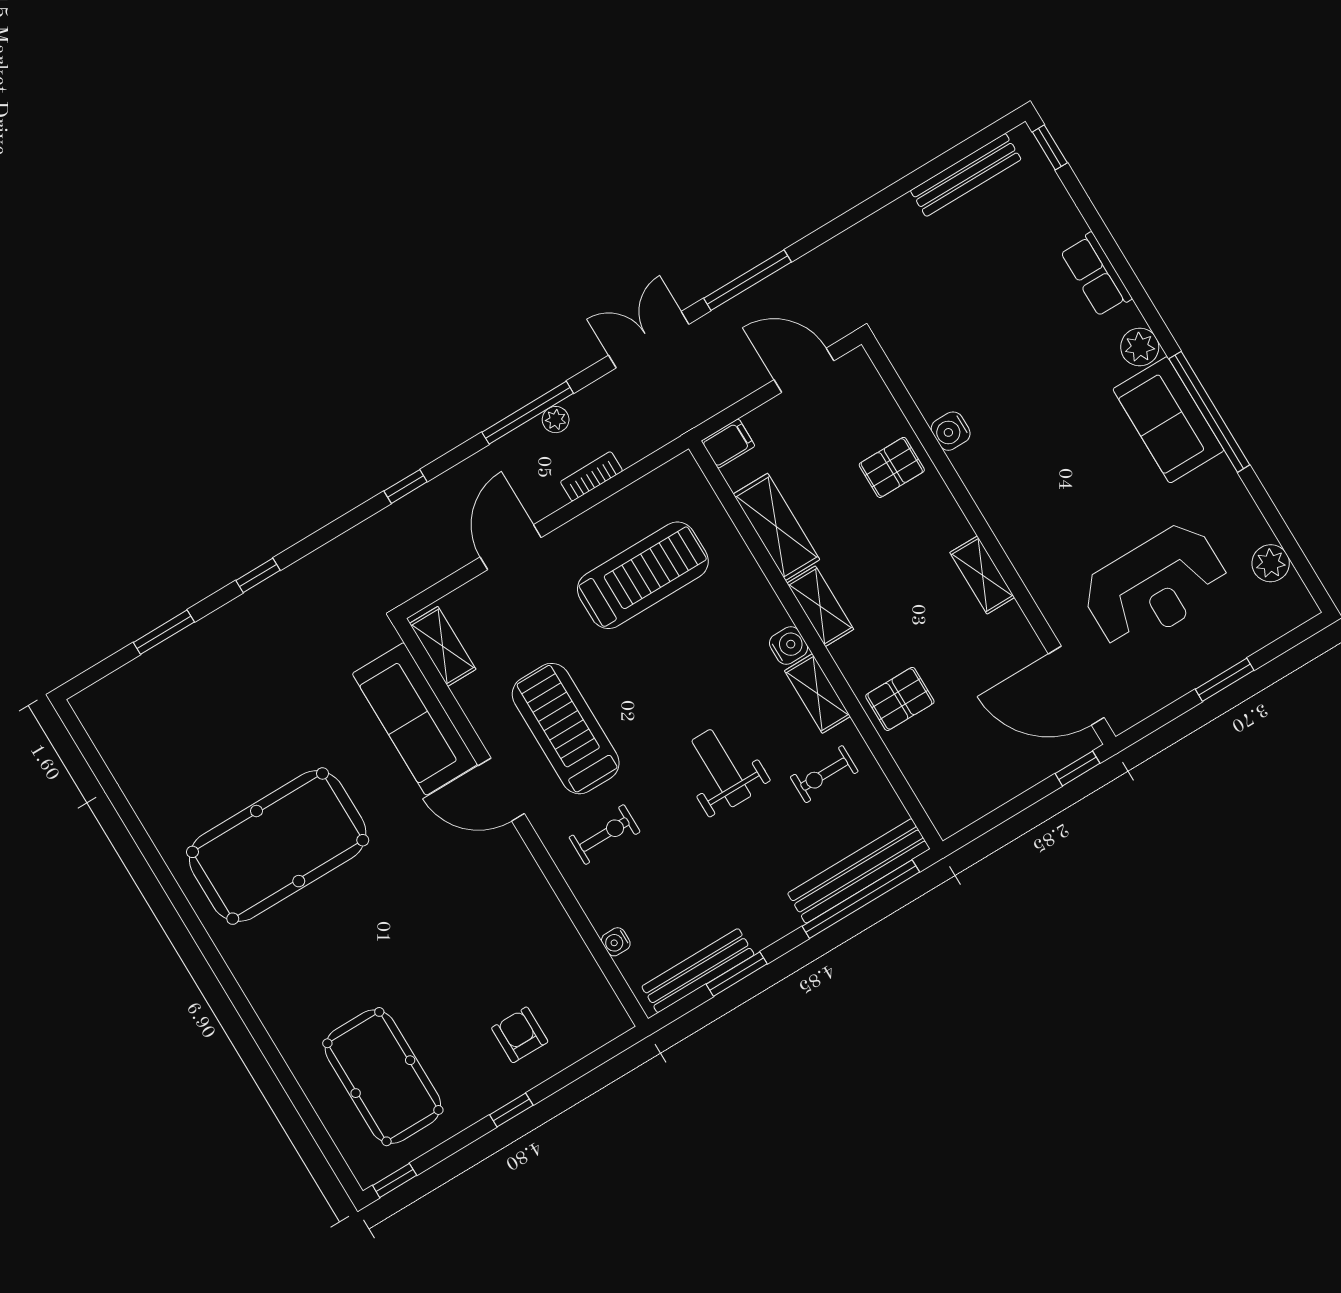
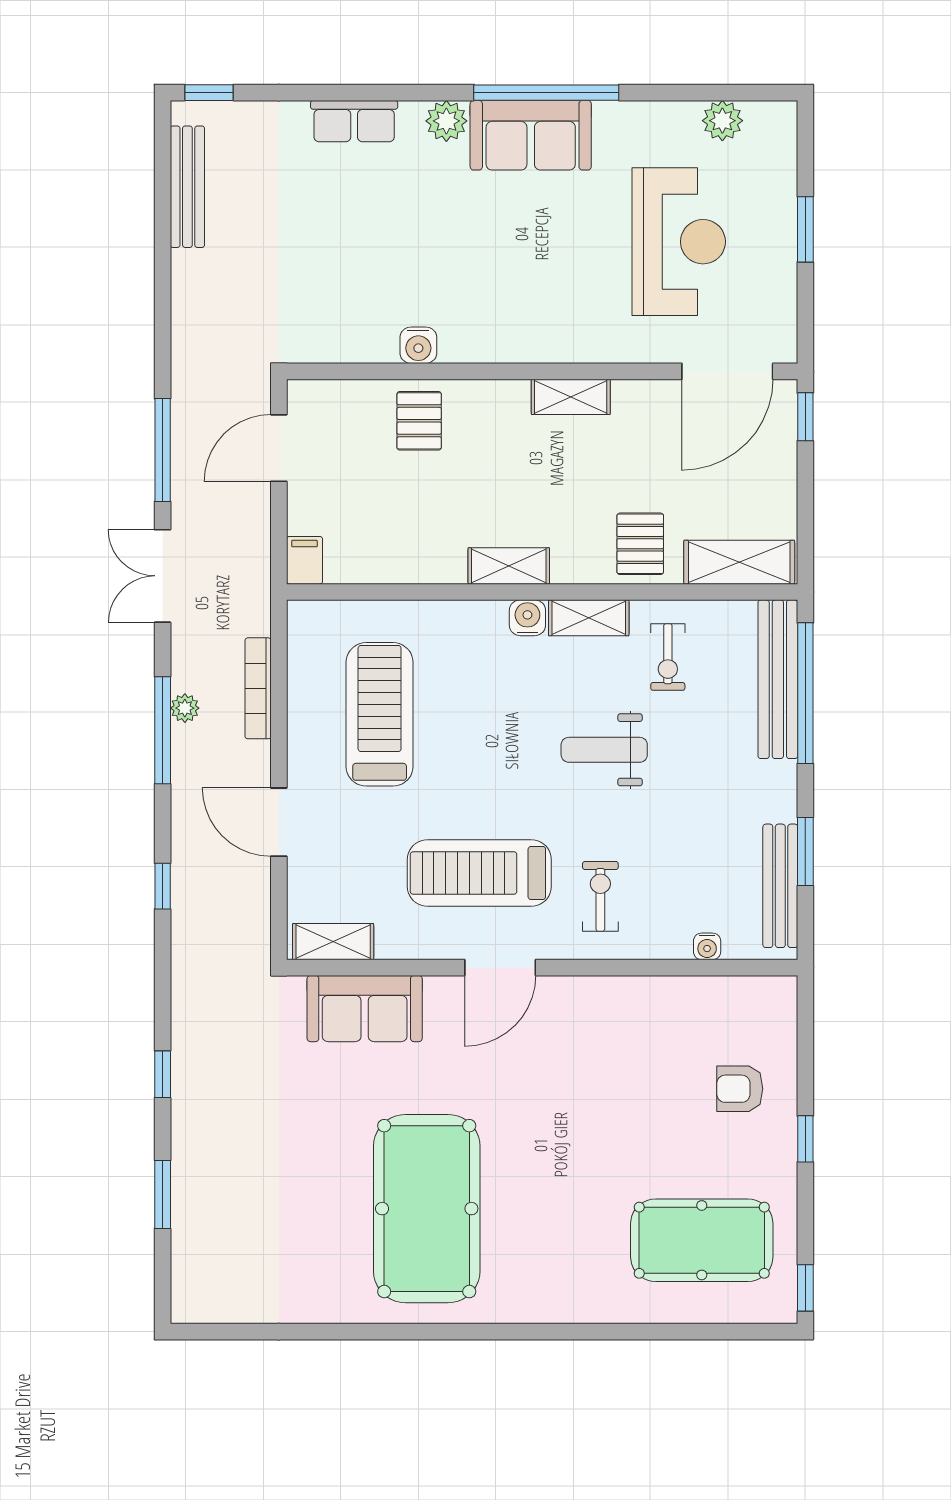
bookcase: (591, 476) -> (258, 688), width x1.56
shelving: (776, 527) -> (739, 562), moved
sofa: (415, 719) -> (365, 1009), width x0.73

